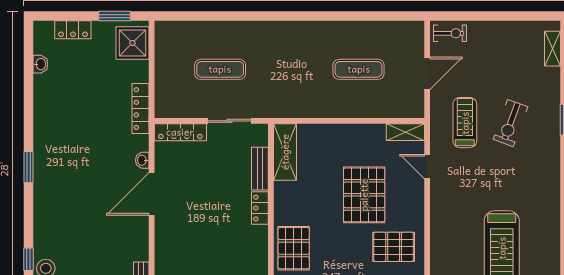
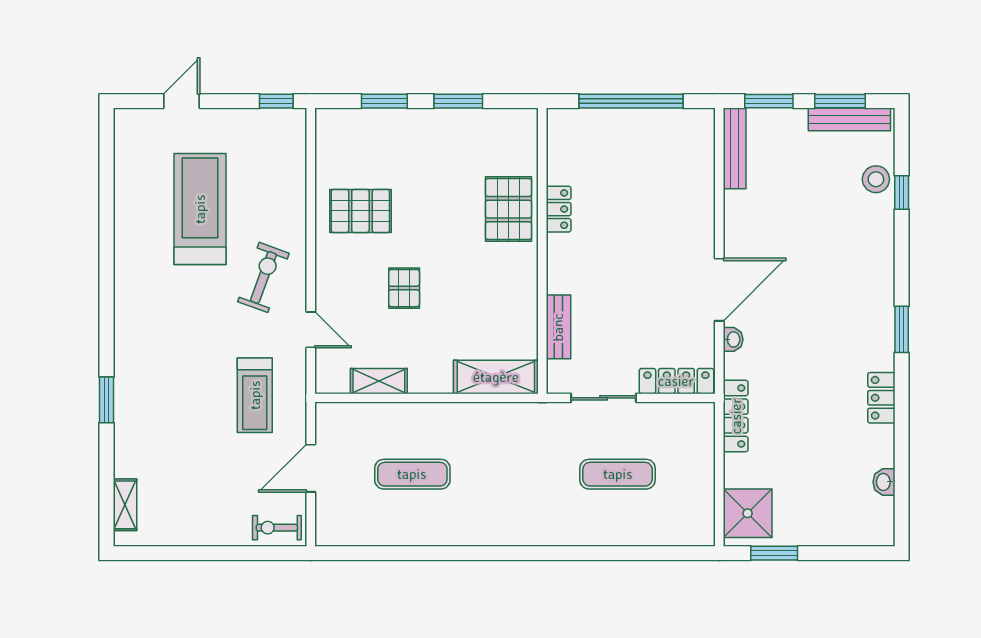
locker: (73, 30) -> (881, 398), moved, turned -90
exercise bike: (510, 123) -> (263, 277), moved
shelving: (405, 132) -> (379, 381), moved
shelving: (285, 152) -> (496, 377), moved, turned 90
pallet: (364, 195) -> (404, 288), width x0.49, depth x0.50
locker: (260, 208) -> (559, 209), moved

